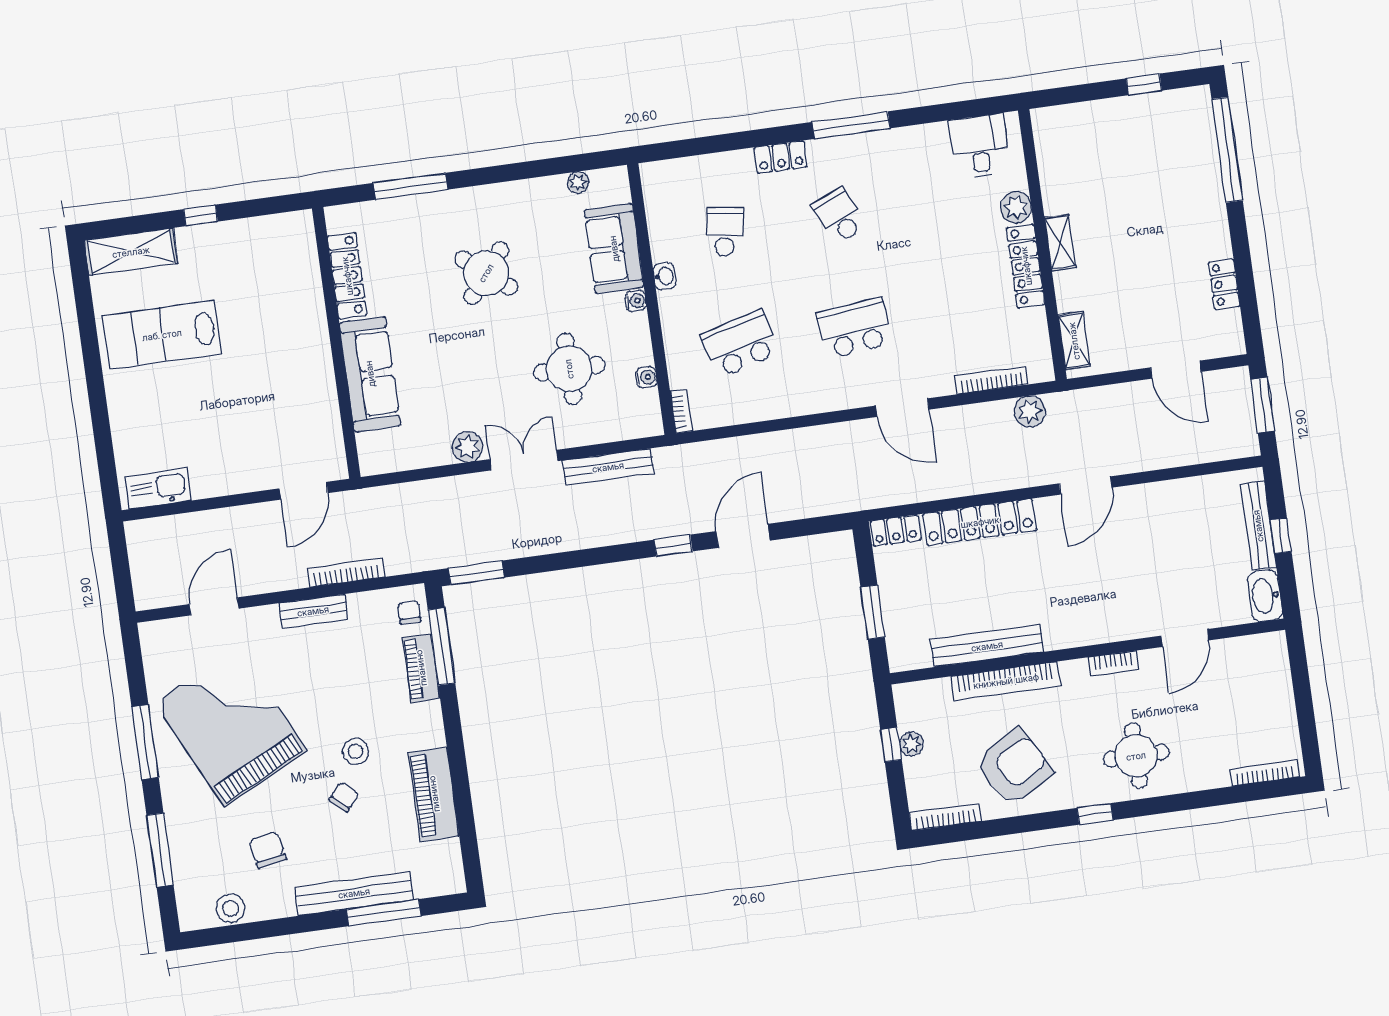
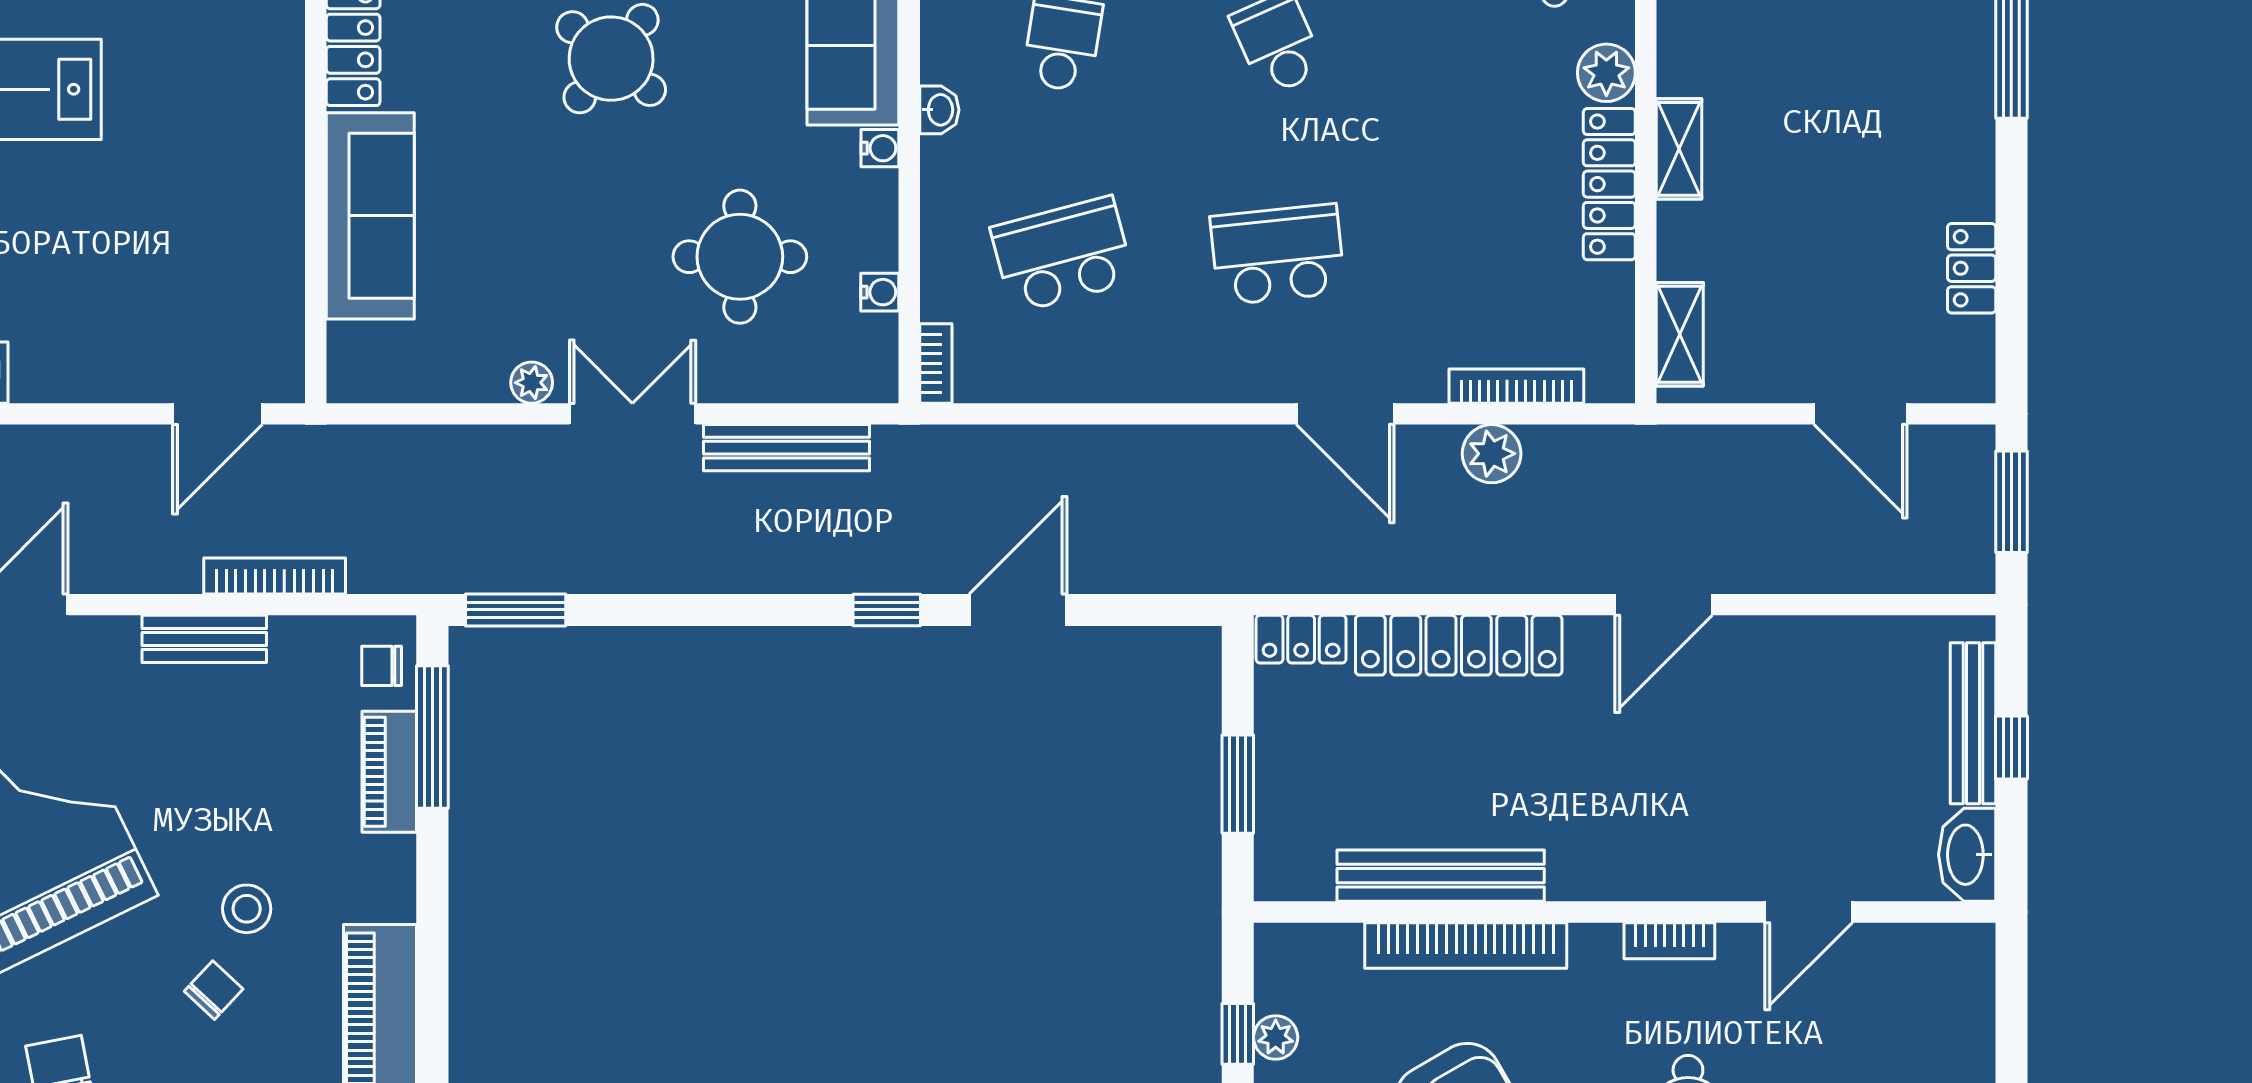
plant: (1030, 411) -> (1492, 454), moved
plant: (467, 447) -> (532, 383), width x0.73, depth x0.73
chair: (409, 612) -> (382, 666), turned -90

